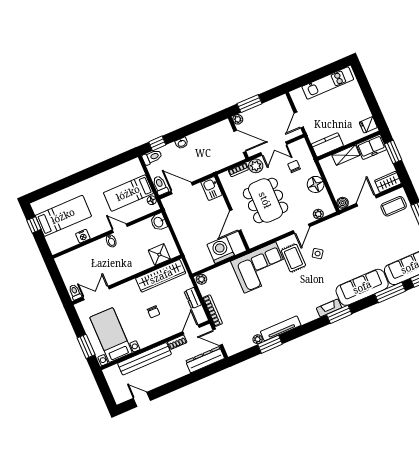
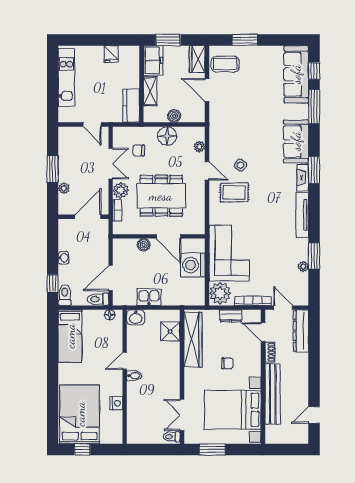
fridge: (368, 125) -> (111, 54), moved
wall: (238, 138) -> (83, 217), moved
door: (240, 141) -> (88, 217), moved
kitchen sink: (211, 189) -> (149, 297), moved, turned 180
bed: (128, 193) -> (70, 336), moved
boiler: (220, 203) -> (144, 245), added
boiler: (343, 203) -> (174, 116), moved
coffee table: (394, 206) -> (225, 64), turned 90
bed: (63, 216) -> (80, 414), width x1.50
corner sofa: (260, 268) -> (229, 253), moved
plant: (201, 279) -> (220, 293), width x1.87, depth x1.87
sofa: (362, 287) -> (296, 141), width x0.73
tv unit: (281, 328) -> (302, 215), moved
bed with nightstands: (111, 335) -> (233, 410), width x1.36
door: (218, 337) -> (283, 308), swing flipped
window: (86, 346) -> (212, 450), moved

